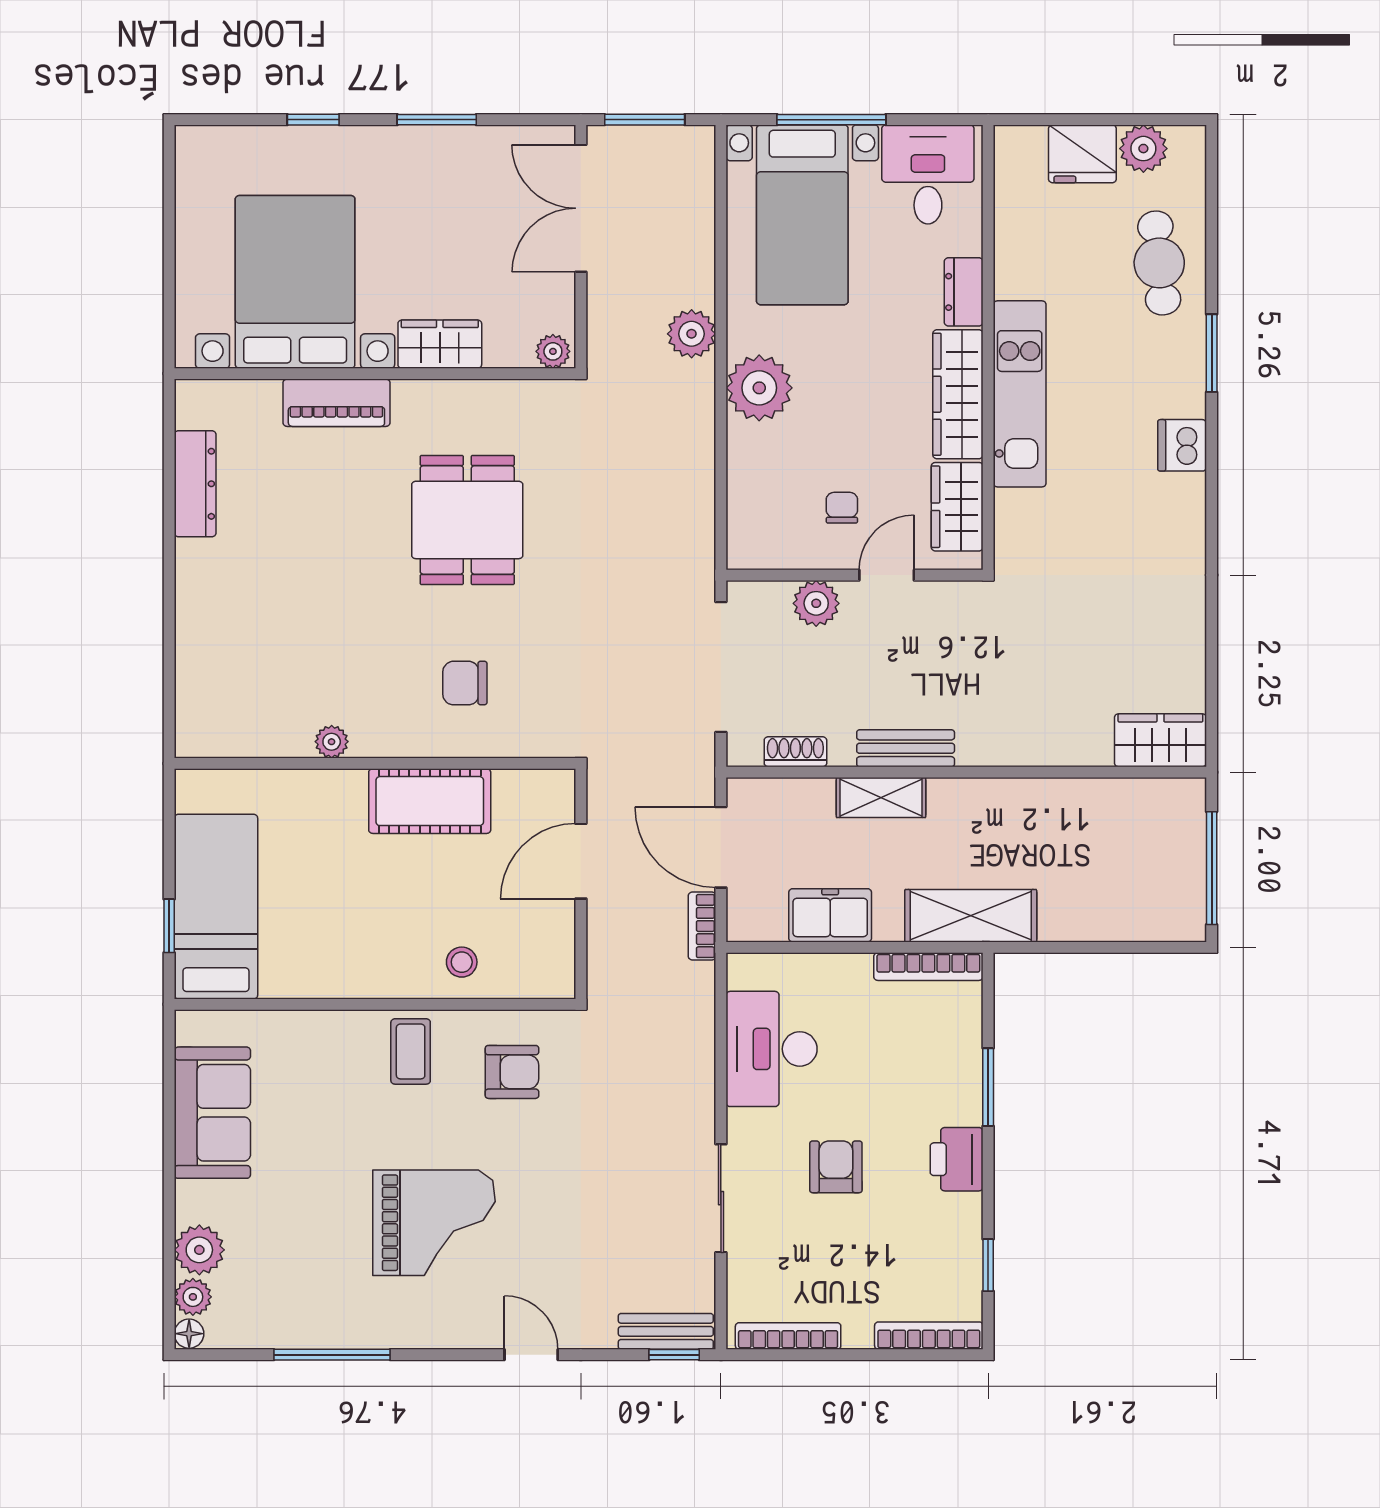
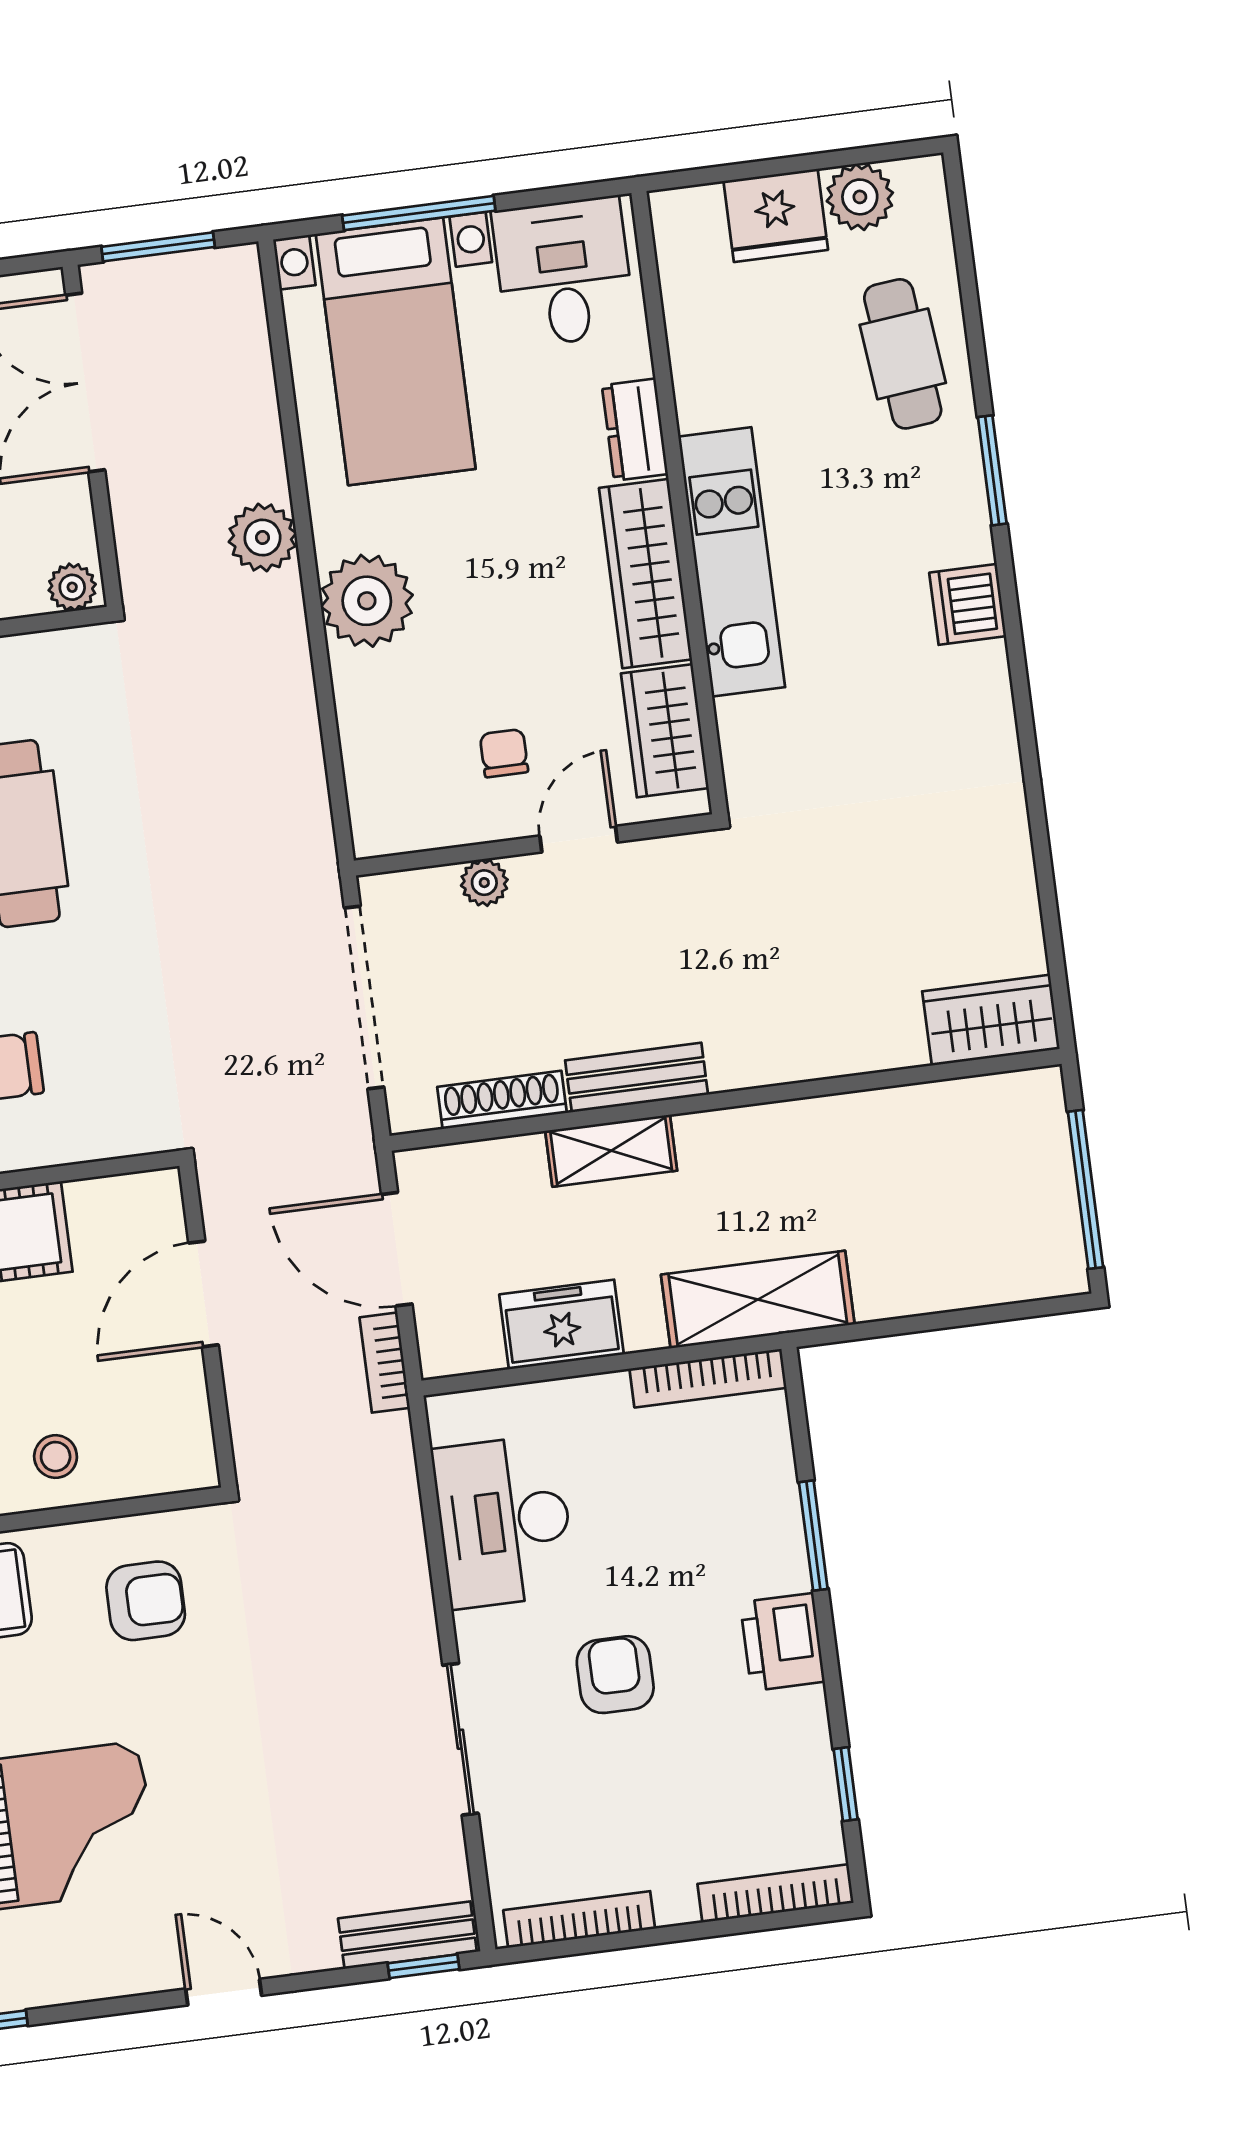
plant: (816, 603) -> (484, 883), width x0.73, depth x0.73
shoe rack: (795, 752) -> (502, 1100), width x1.43

